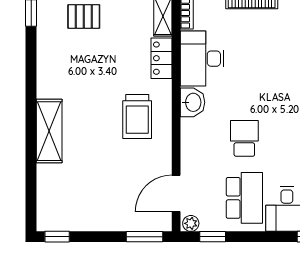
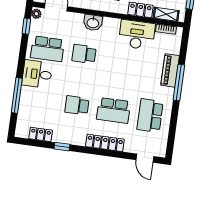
washbasin: (193, 102) -> (93, 23), moved
school desk: (244, 138) -> (84, 54), turned 180

